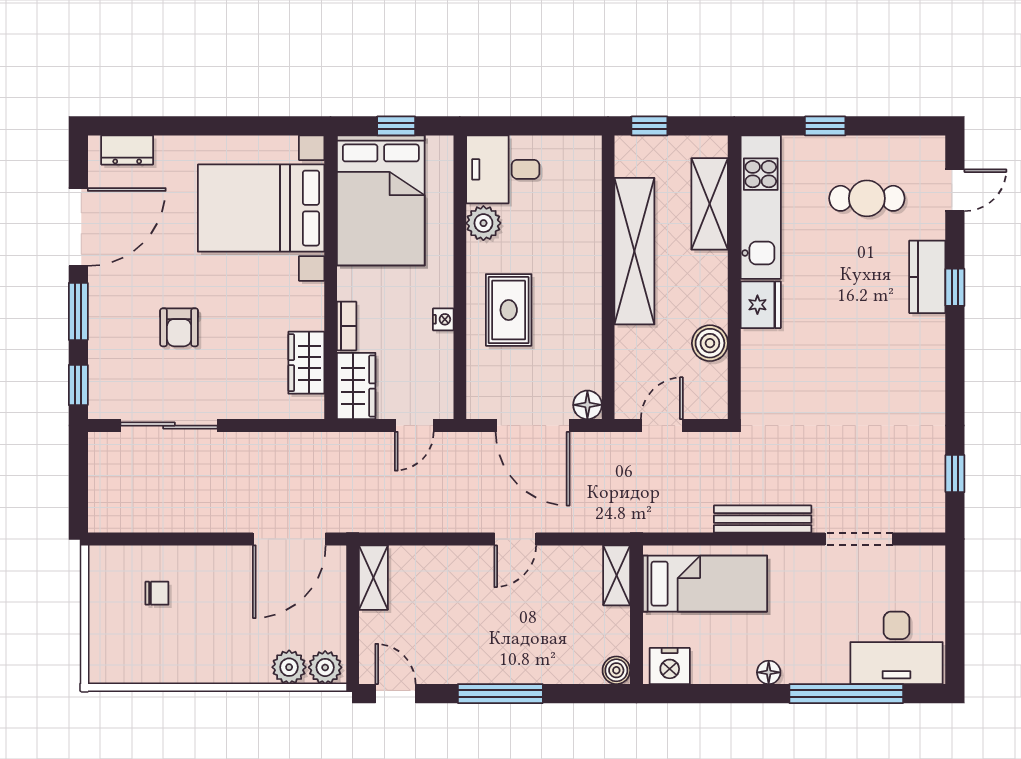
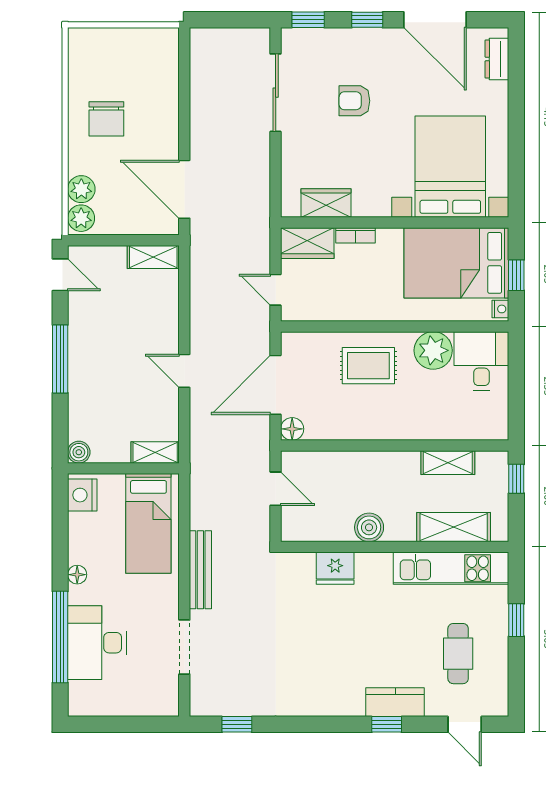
plant: (483, 223) -> (433, 350), width x1.36, depth x1.36
shelving: (634, 251) -> (448, 463), width x0.45, depth x0.75
fridge: (761, 305) -> (335, 568), moved
window: (78, 311) -> (367, 20), width x0.67
nightstand: (443, 319) -> (500, 309), moved, turned -90
boiler: (710, 343) -> (369, 527), moved
chair: (157, 593) -> (106, 119), moved, width x1.87, depth x1.87
desk: (896, 648) -> (97, 643), moved
door: (395, 694) -> (60, 275), hinge flipped

